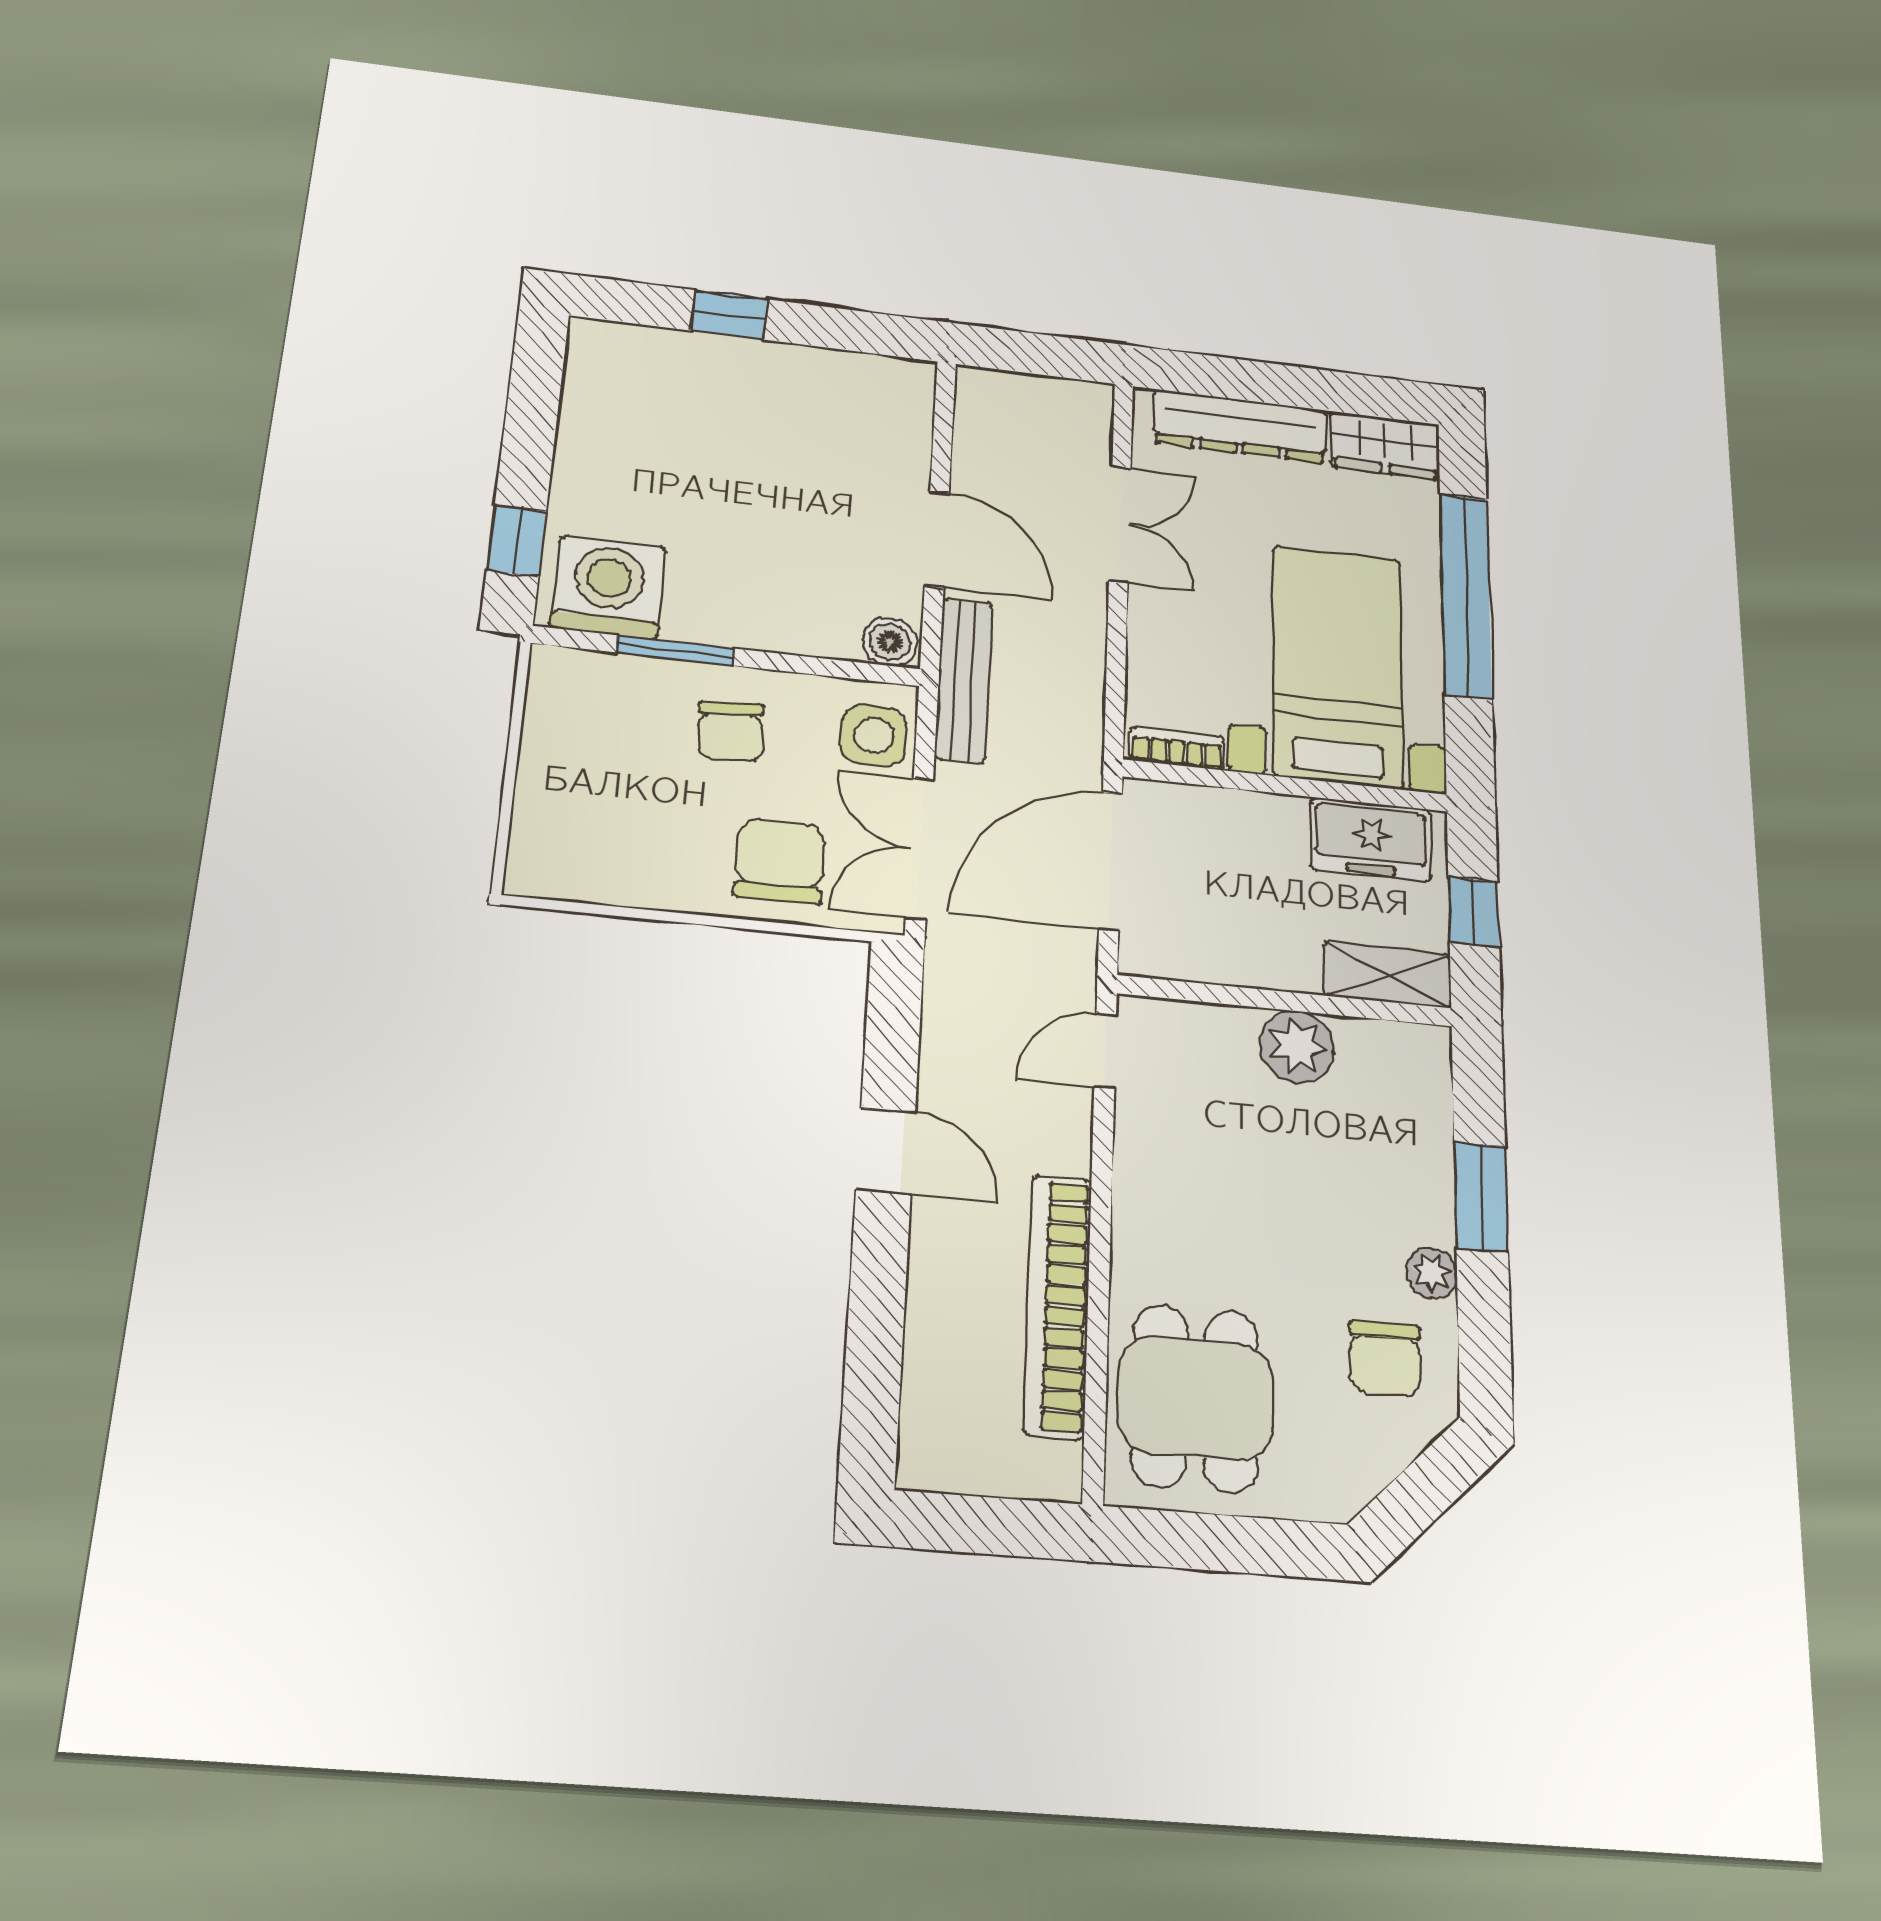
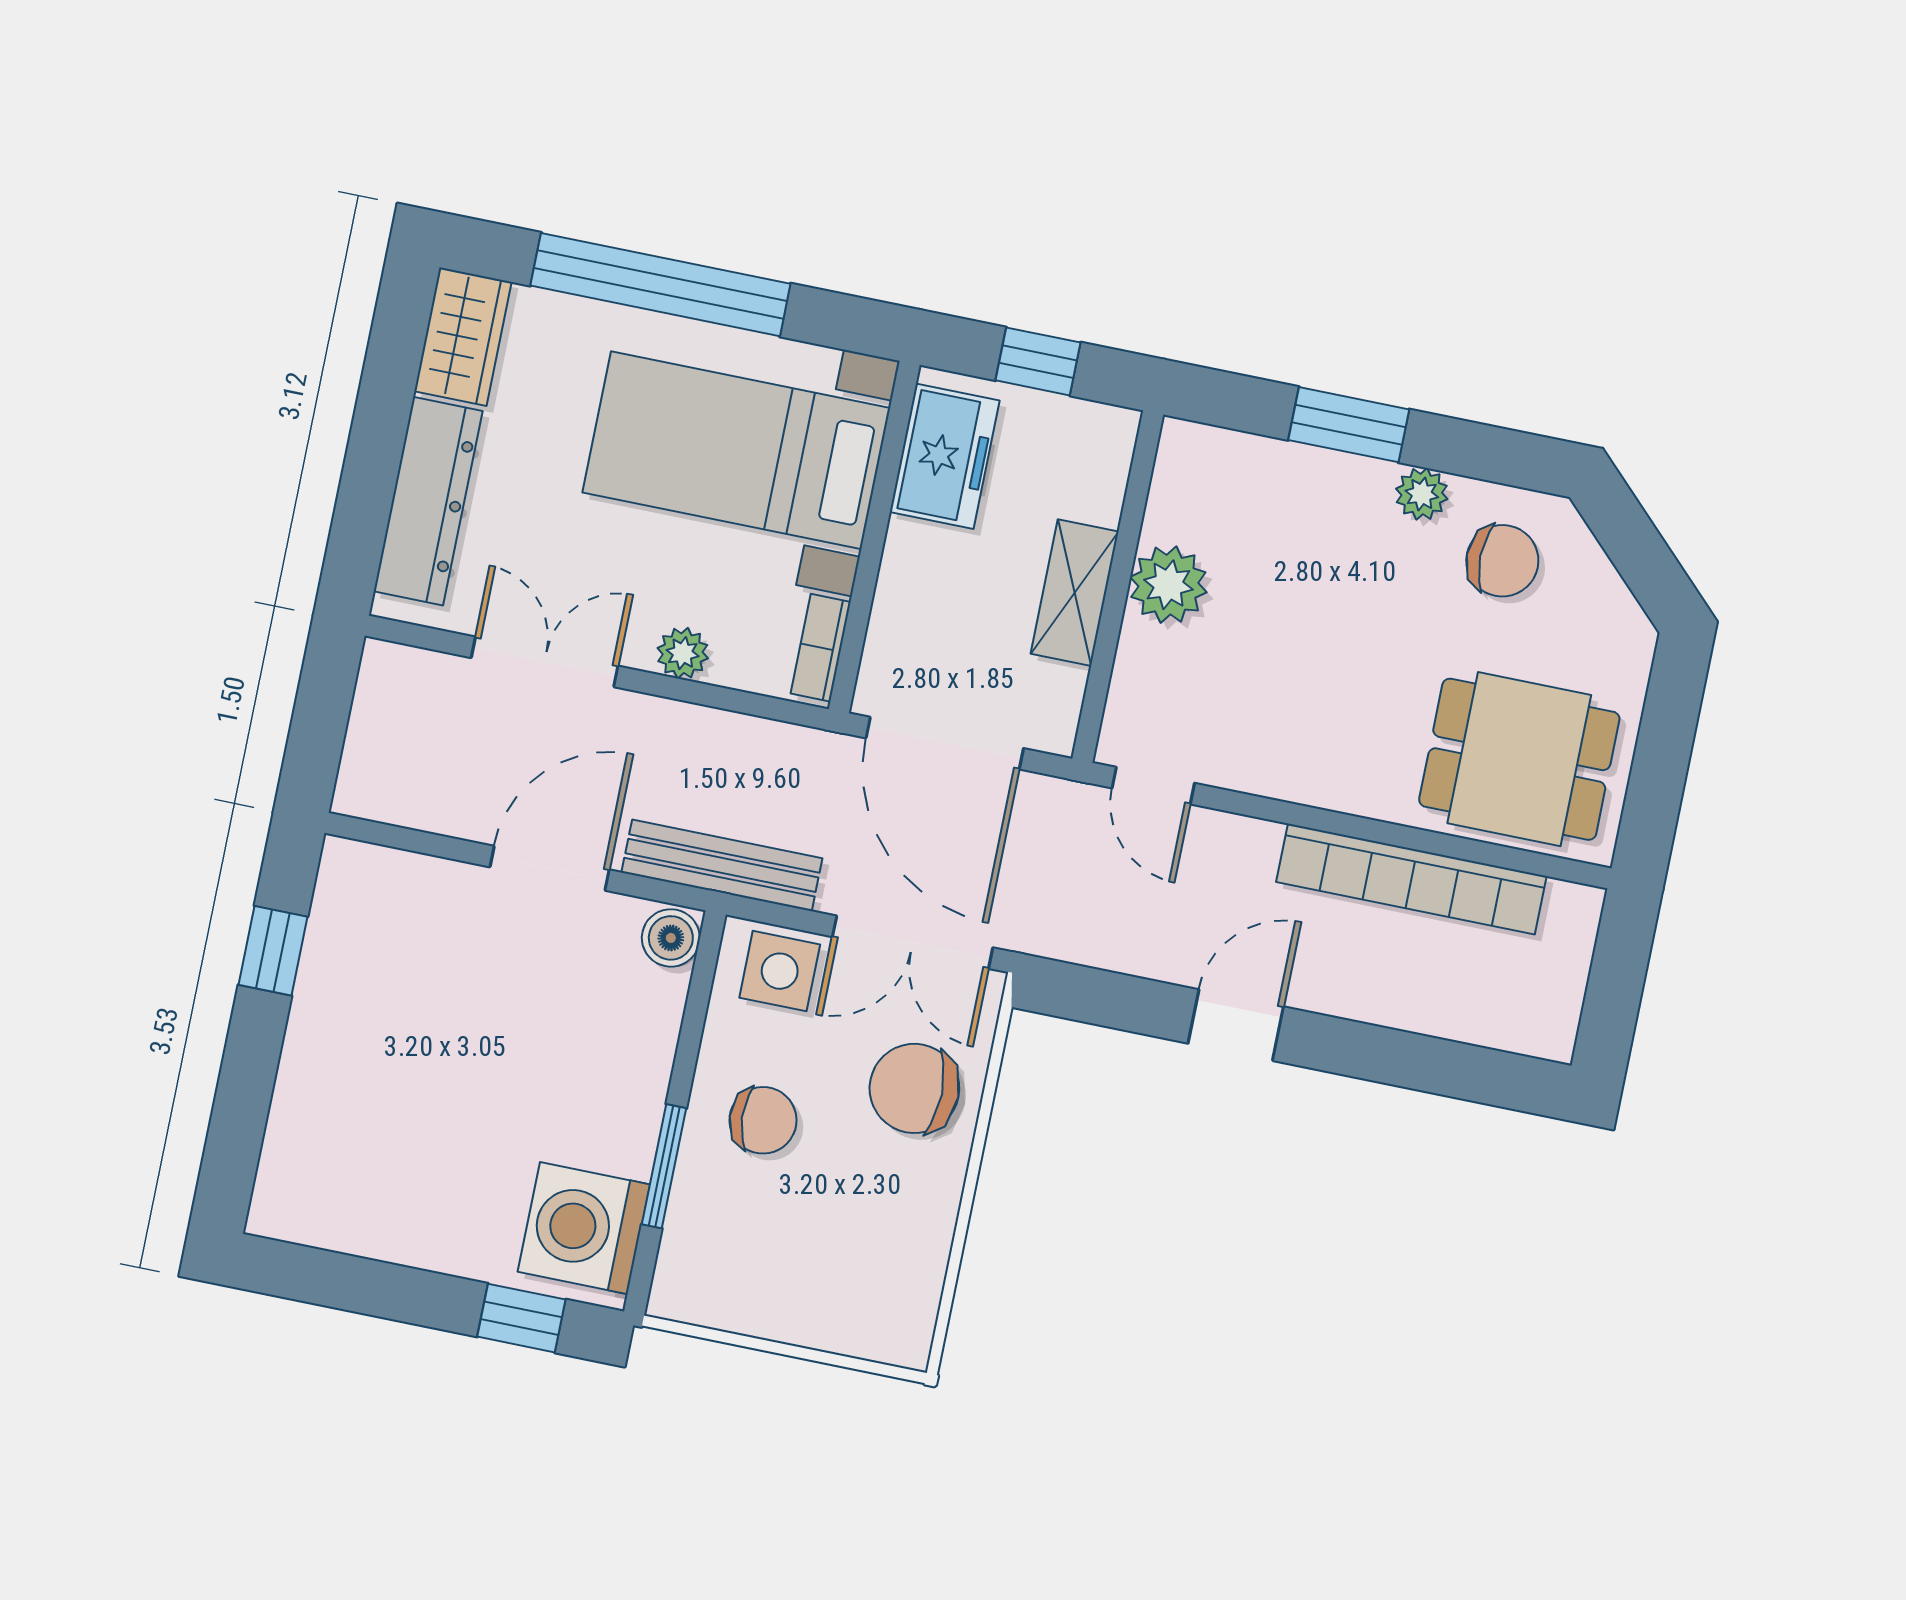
window: (729, 315) -> (273, 951), moved
plant: (1150, 635) -> (683, 653), added
shelving: (1387, 975) -> (1075, 593), moved

